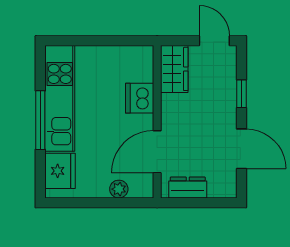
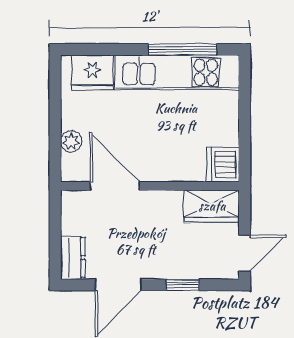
dishwasher: (140, 98) -> (223, 165), moved, turned -90
window: (40, 120) -> (183, 49), moved
dresser: (188, 188) -> (73, 258), moved

